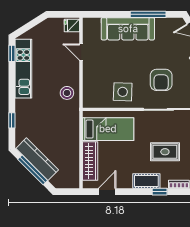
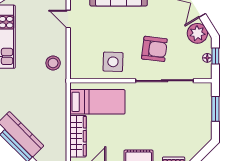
armchair: (161, 80) -> (154, 49), turned -83
rug: (165, 152) -> (159, 126), removed

